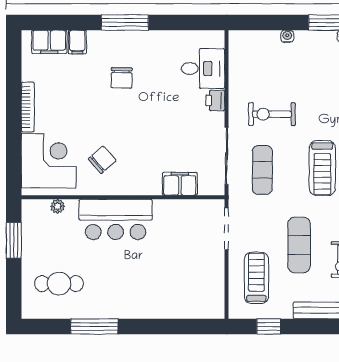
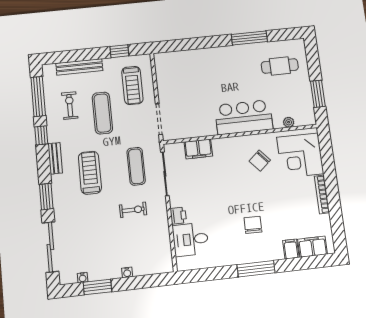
exercise bike: (272, 114) -> (133, 210), width x0.73, depth x0.72

